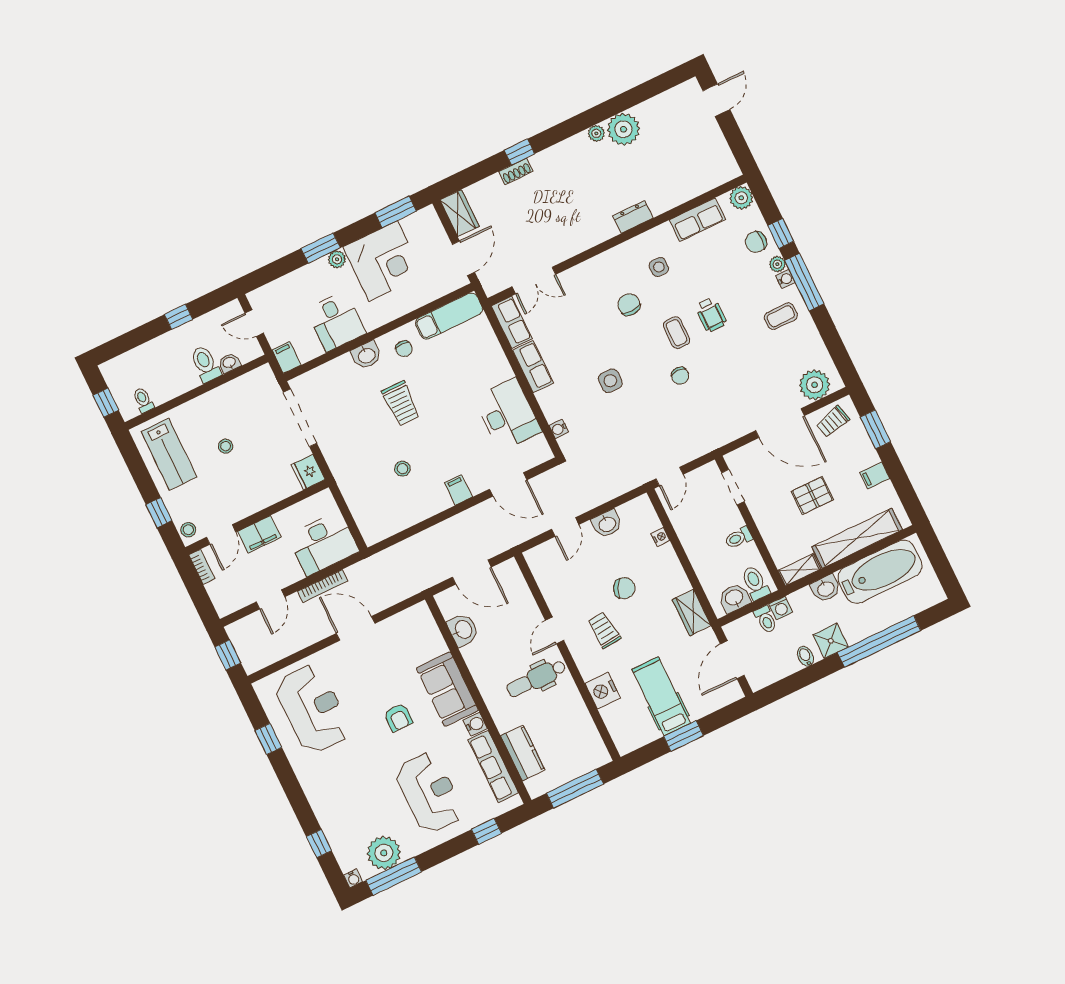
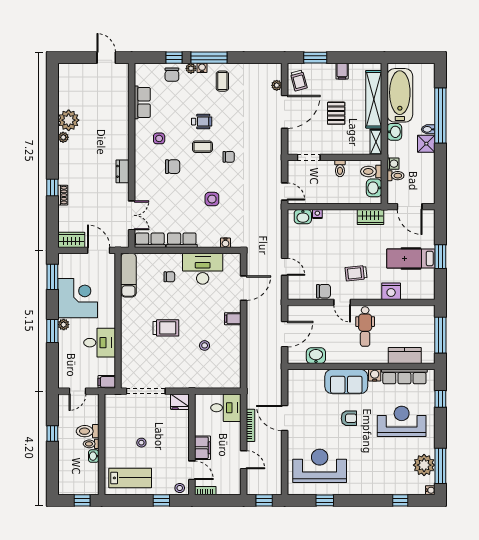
door: (716, 100) -> (106, 58), moved
plant: (741, 198) -> (142, 71), removed
dresser: (633, 217) -> (122, 171), moved
chair: (629, 305) -> (173, 167), turned 180
chair: (404, 349) -> (169, 277), moved
washbasin: (366, 355) -> (128, 334), removed
washbasin: (229, 363) -> (94, 456), moved
plant: (815, 385) -> (277, 85), width x0.53, depth x0.53
toilet: (143, 400) -> (91, 444), moved
washbasin: (607, 524) -> (303, 217), moved, turned 90
desk: (323, 543) -> (226, 408), width x0.73
chair: (624, 588) -> (324, 291), moved, turned 62
door: (356, 628) -> (285, 418), hinge flipped
bidet: (805, 656) -> (428, 129), moved

